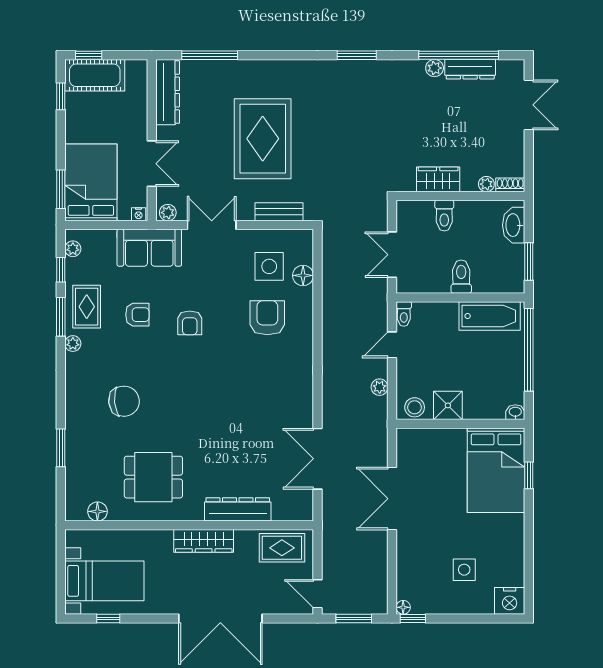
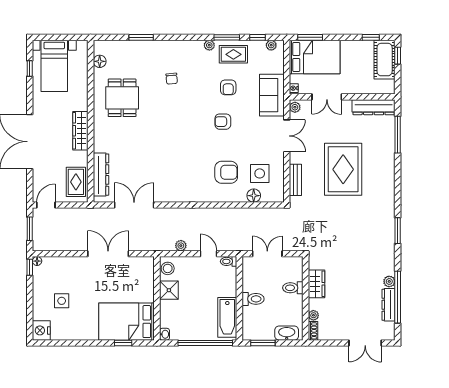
rug: (263, 139) -> (343, 169), turned 90
chair: (124, 401) -> (172, 79), width x0.54, depth x0.54
dresser: (238, 509) -> (101, 175), moved

